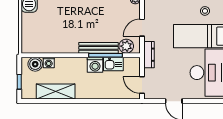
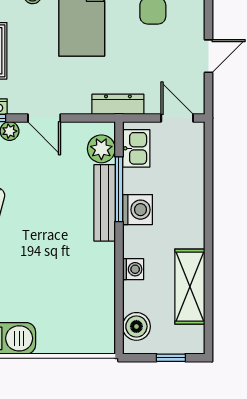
door: (142, 28) -> (44, 118), moved
washing machine: (49, 62) -> (133, 269), moved
kitchen sink: (113, 64) -> (136, 148), moved
door: (142, 85) -> (177, 118), swing flipped

